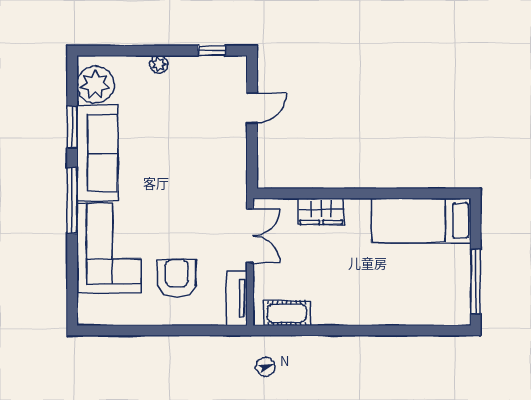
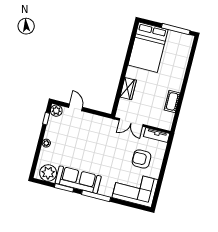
plant: (235, 68) -> (56, 111), added
bed: (421, 220) -> (148, 47), width x1.50
double door: (250, 236) -> (131, 122), swing flipped
corner sofa: (109, 248) -> (135, 189), moved
cot: (287, 313) -> (172, 101), moved

